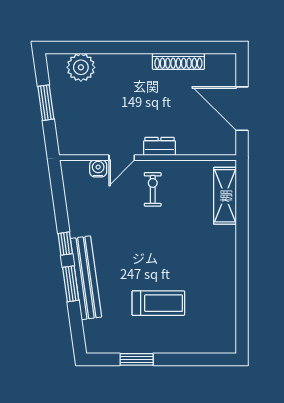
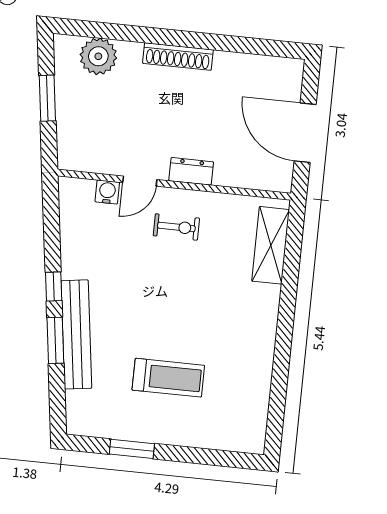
shoe rack: (178, 61) -> (178, 56), moved
exercise bike: (153, 189) -> (176, 227), turned 90

